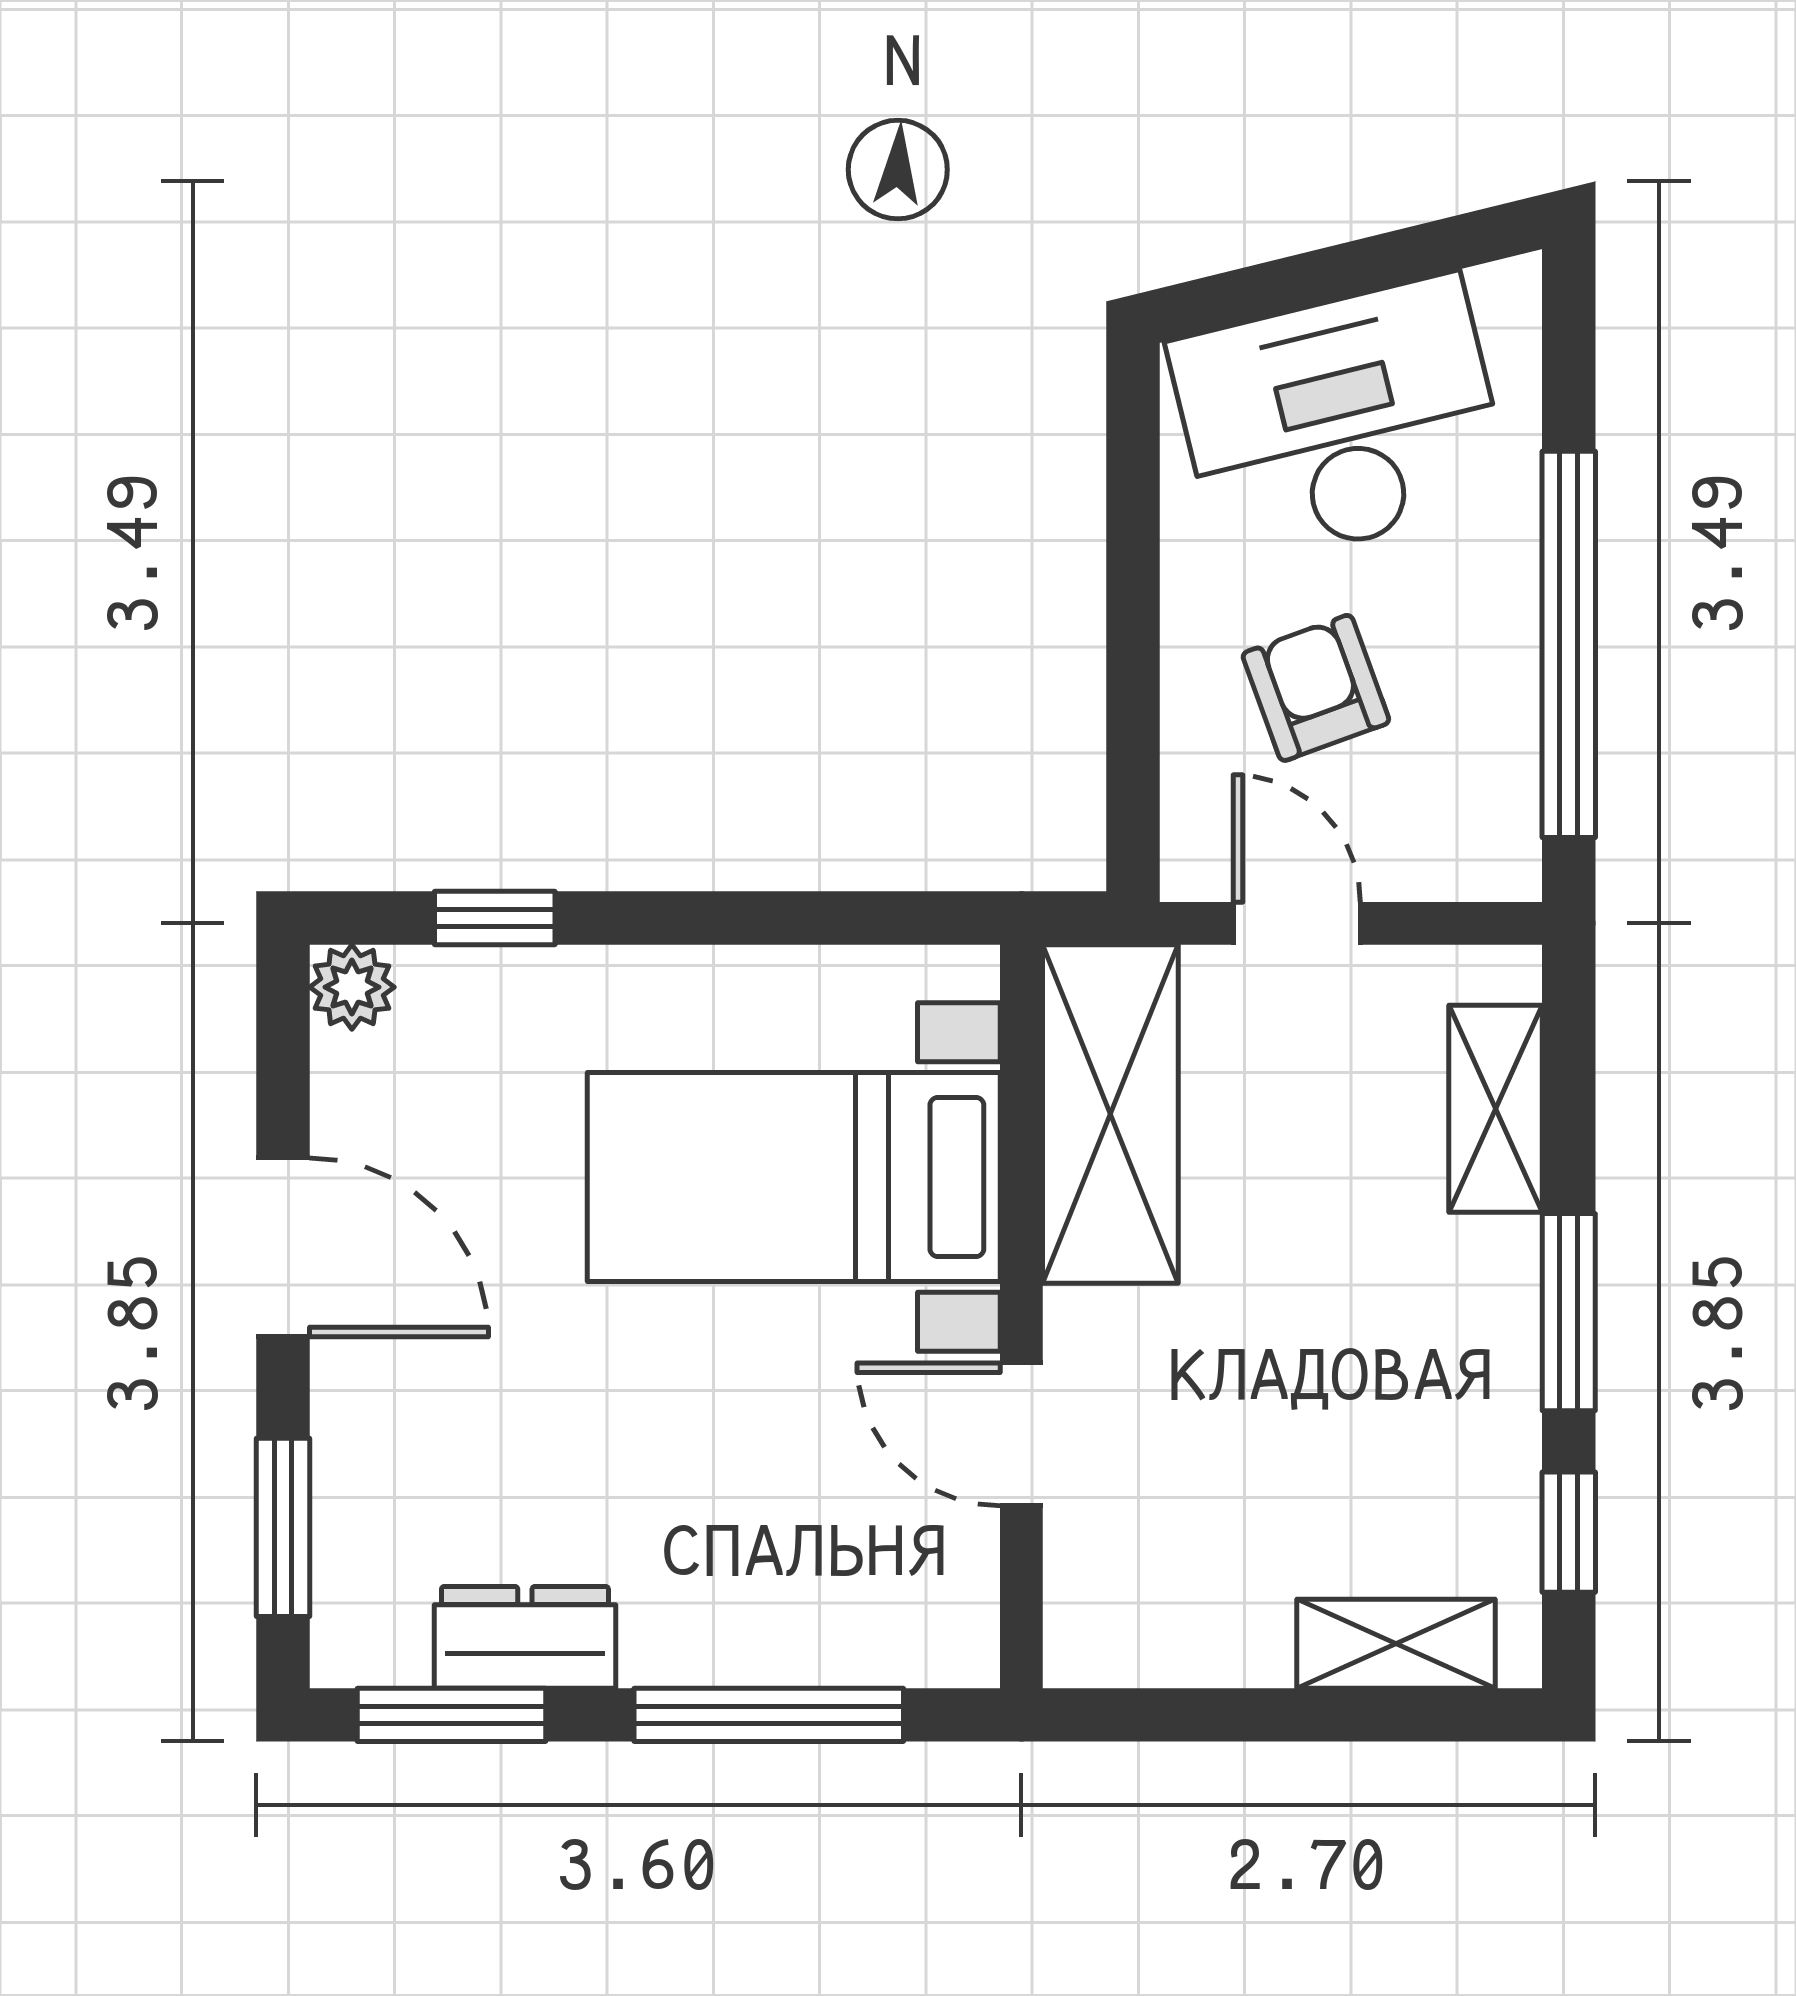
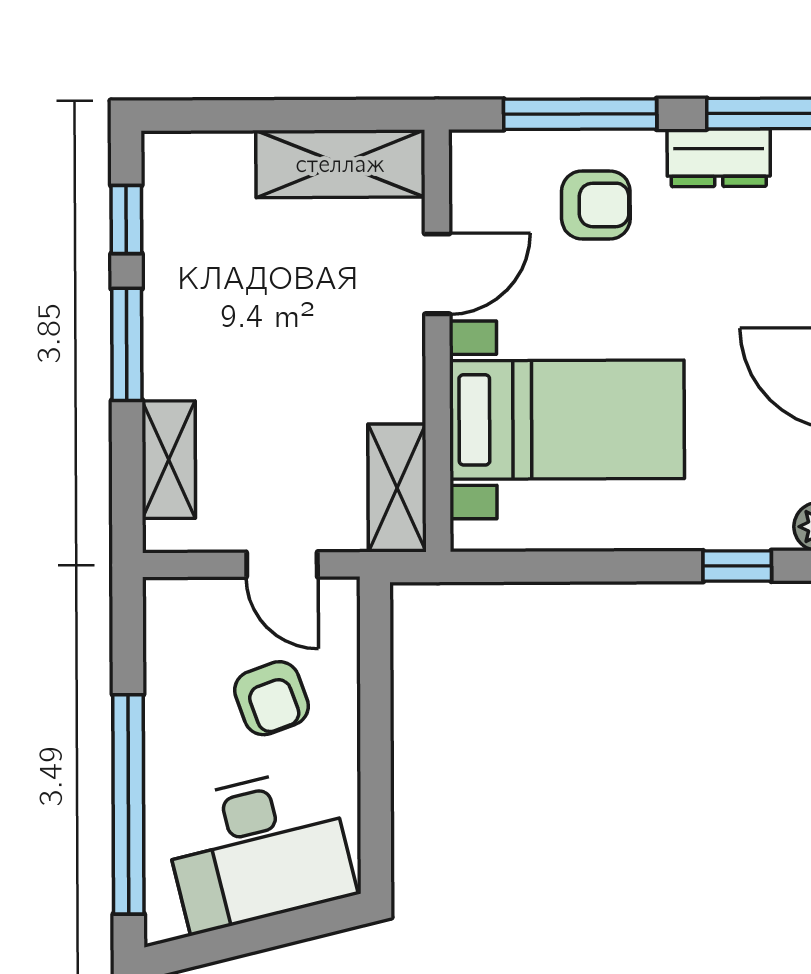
window: (1569, 644) -> (128, 804), moved
shelving: (1110, 1114) -> (397, 488), width x0.67, depth x0.75
door: (1021, 1434) -> (437, 274), hinge flipped
armchair: (742, 1555) -> (596, 205), added
shelving: (1396, 1644) -> (340, 164), moved, width x1.50, depth x1.33

